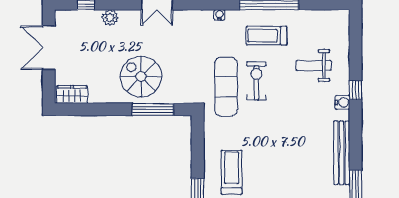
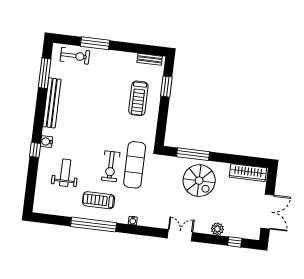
treadmill: (267, 36) -> (99, 200), turned 180
weight bench: (313, 65) -> (65, 173), turned -90
wardrobe: (72, 94) -> (248, 173), width x1.50

